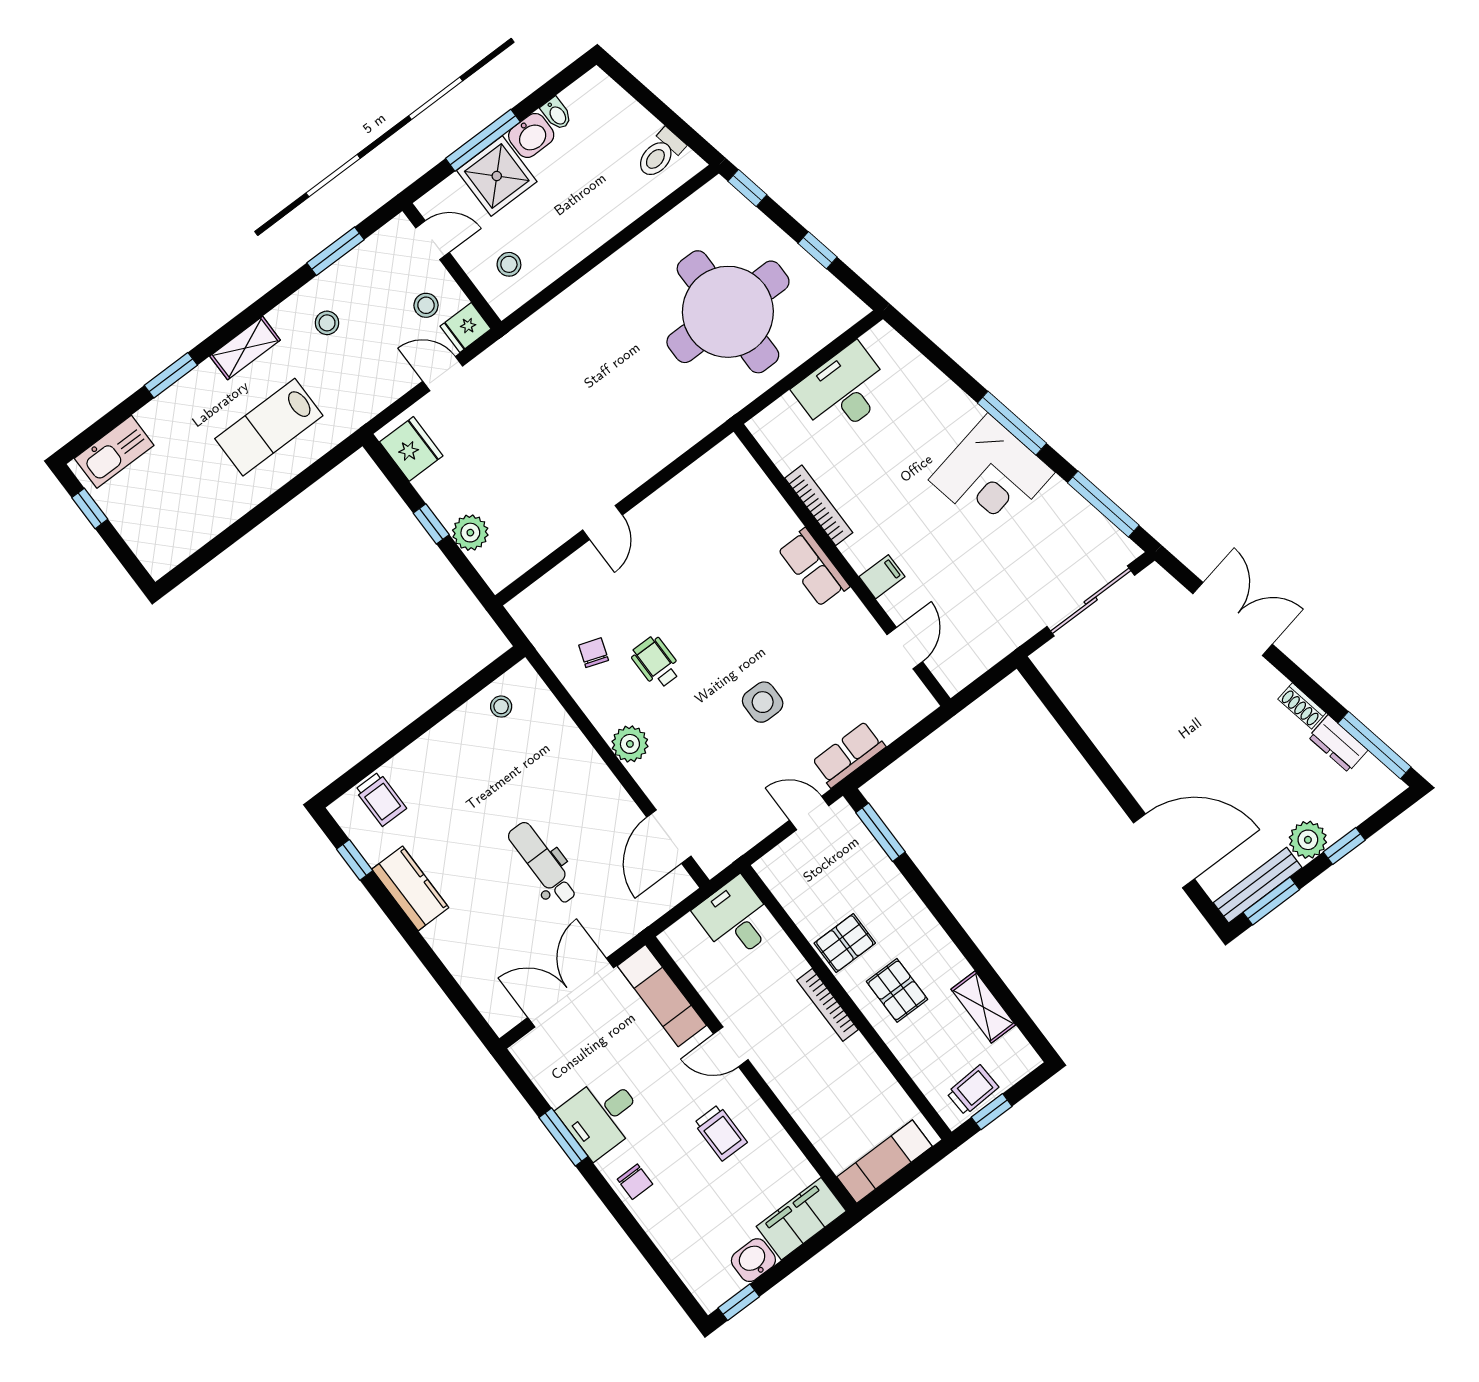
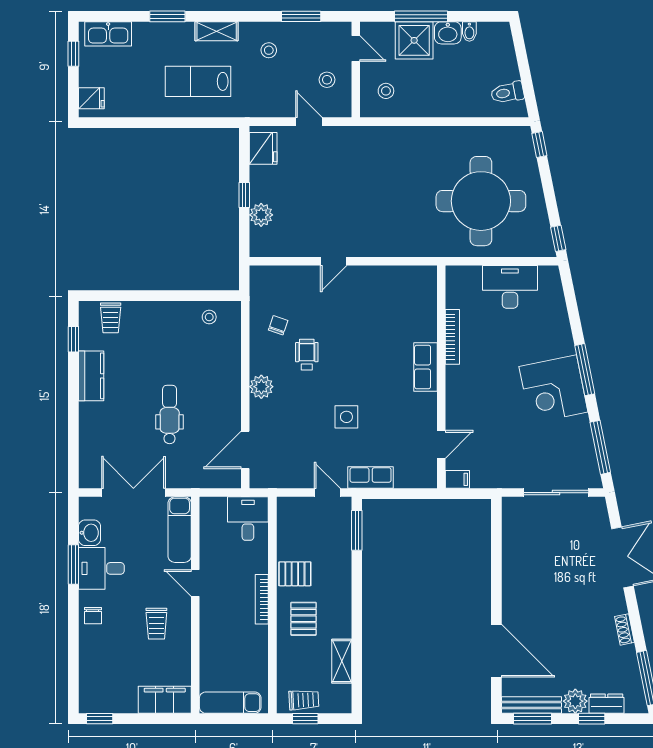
window: (817, 250) -> (558, 238), moved
fridge: (466, 328) -> (91, 98), moved, turned 180
filing cabinet: (882, 577) -> (457, 479), moved
dresser: (1338, 744) -> (607, 704), moved, turned 101
washbasin: (753, 1260) -> (90, 533), moved, turned 90

